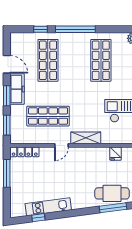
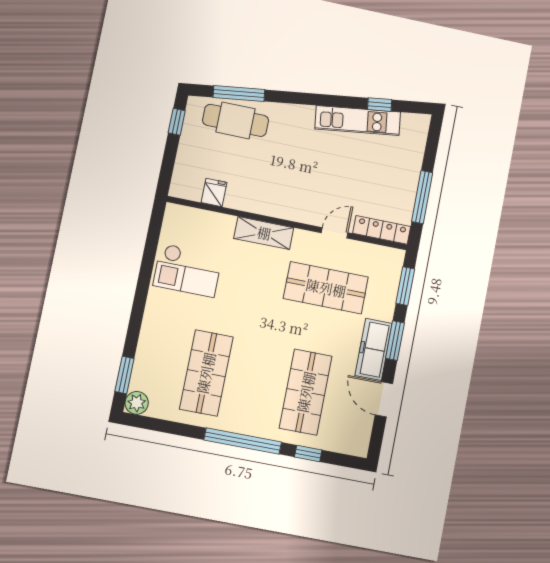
door: (61, 145) -> (335, 233), moved

